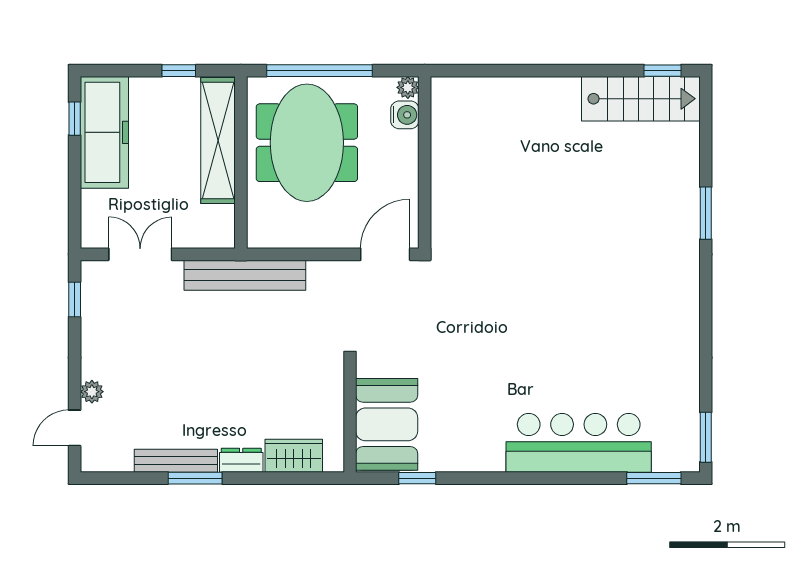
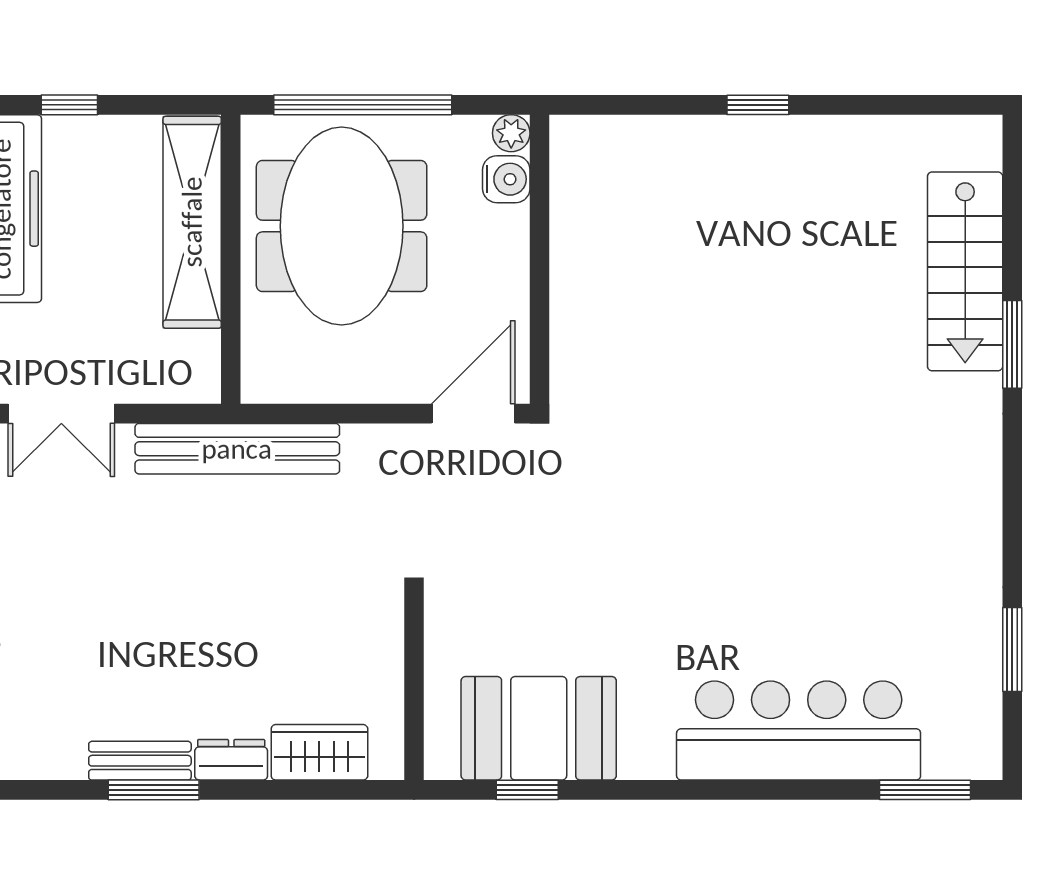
window: (179, 71) -> (69, 105), moved
window: (662, 71) -> (758, 105), moved
stairs: (641, 99) -> (965, 271), moved, turned 90
double door: (140, 254) -> (61, 414), swing flipped
booth: (387, 424) -> (539, 728), moved, turned 90
window: (706, 437) -> (1012, 649), moved
bench: (176, 461) -> (140, 761), width x0.73

